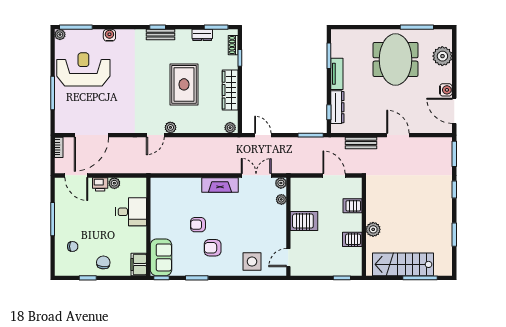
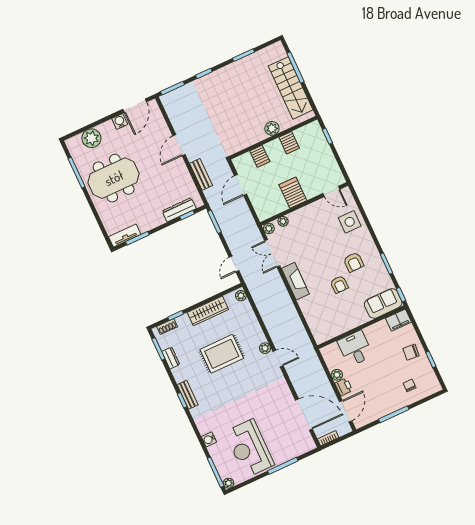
tv unit: (337, 74) -> (125, 236), moved

